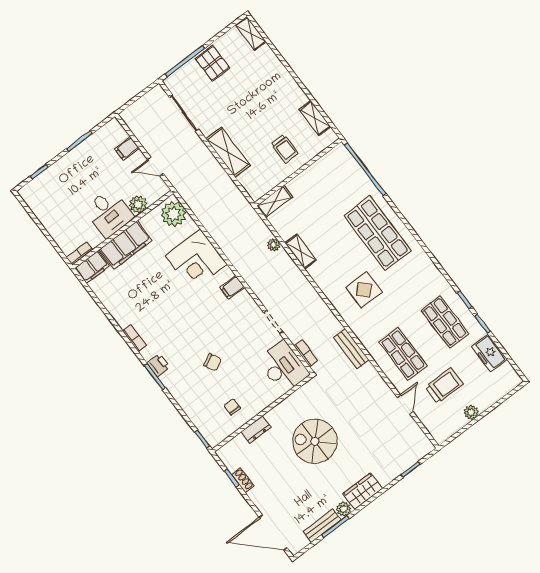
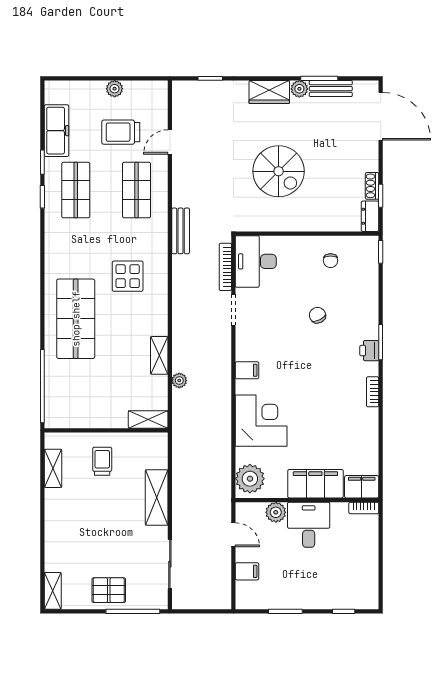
pallet: (213, 63) -> (109, 590), turned 90
bookcase: (306, 353) -> (225, 267), width x1.56
freezer: (489, 353) -> (57, 131), width x1.40
dresser: (256, 430) -> (370, 216), moved, turned -90

